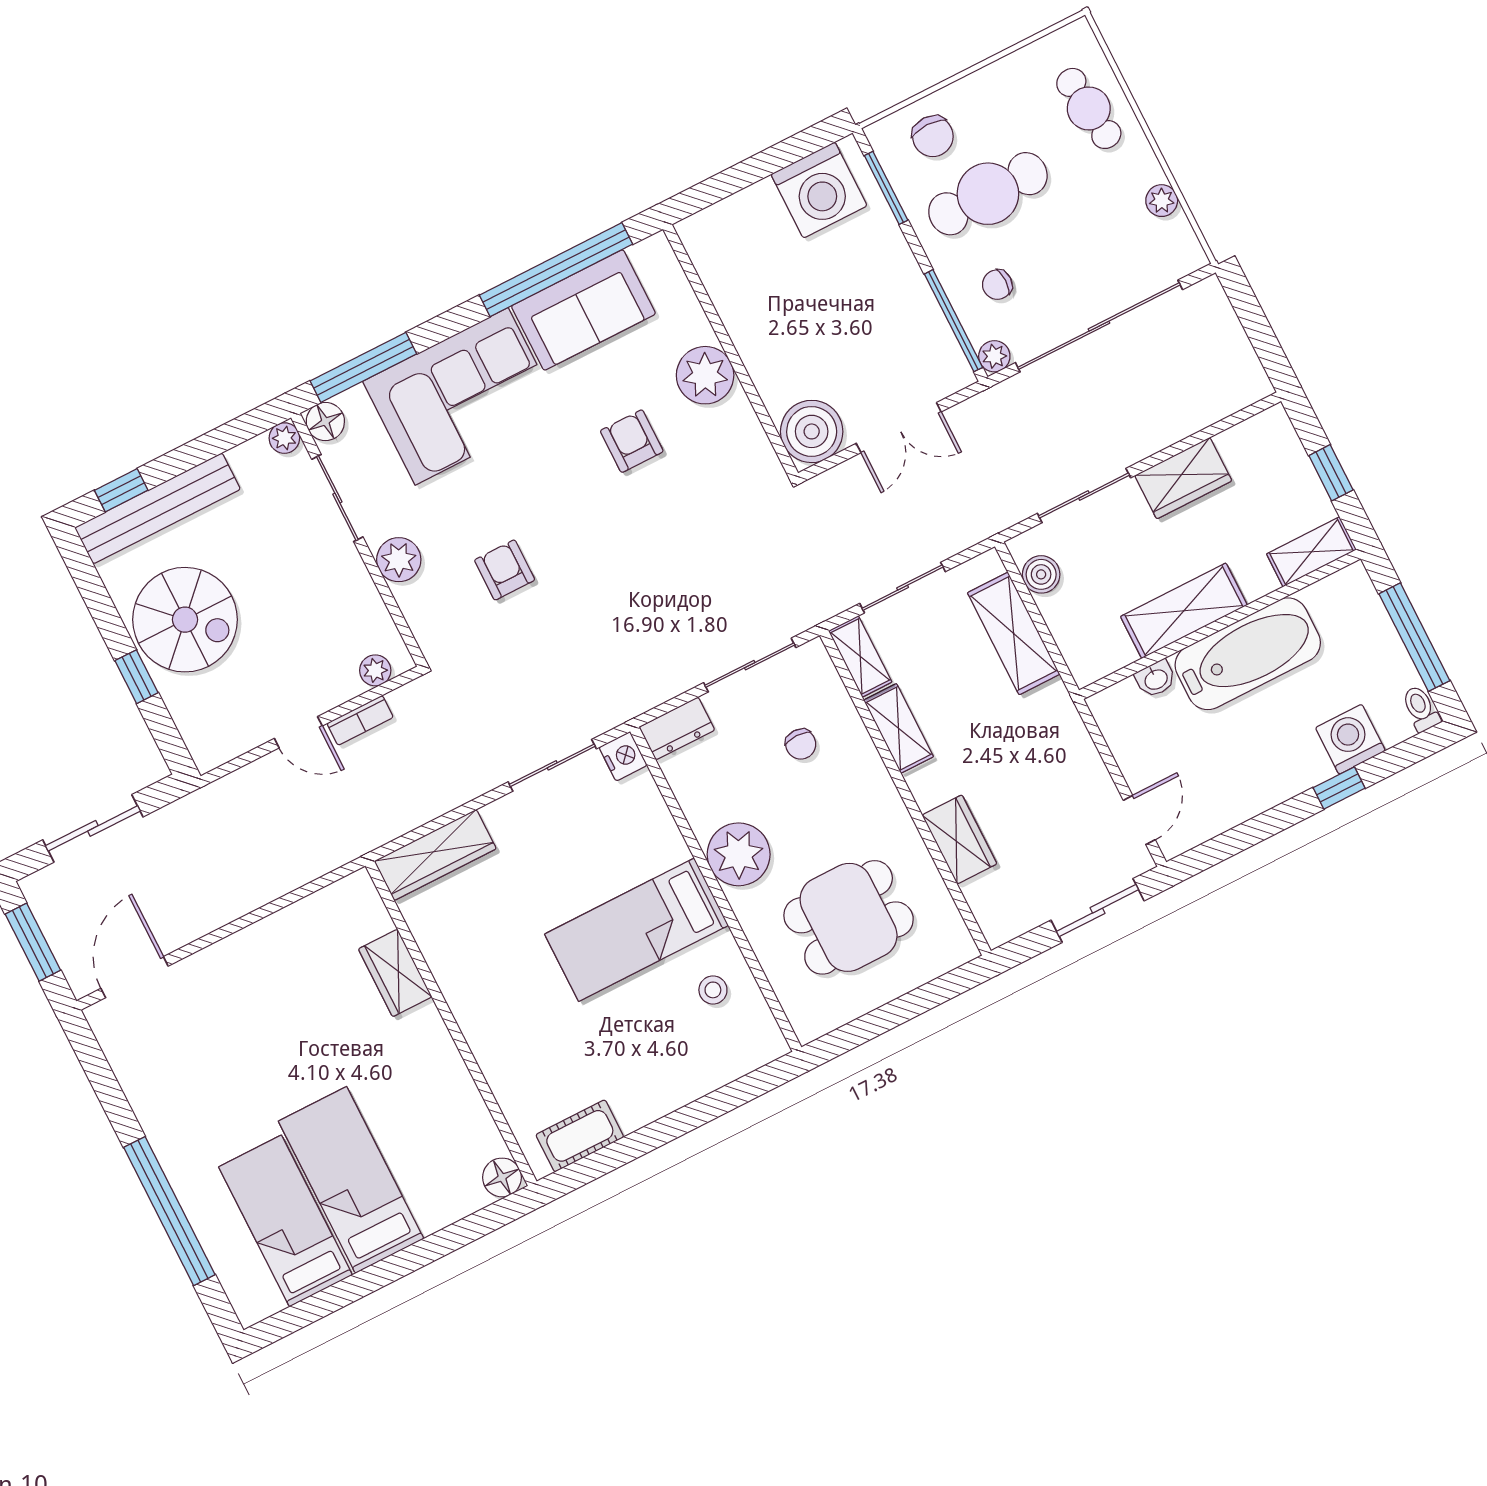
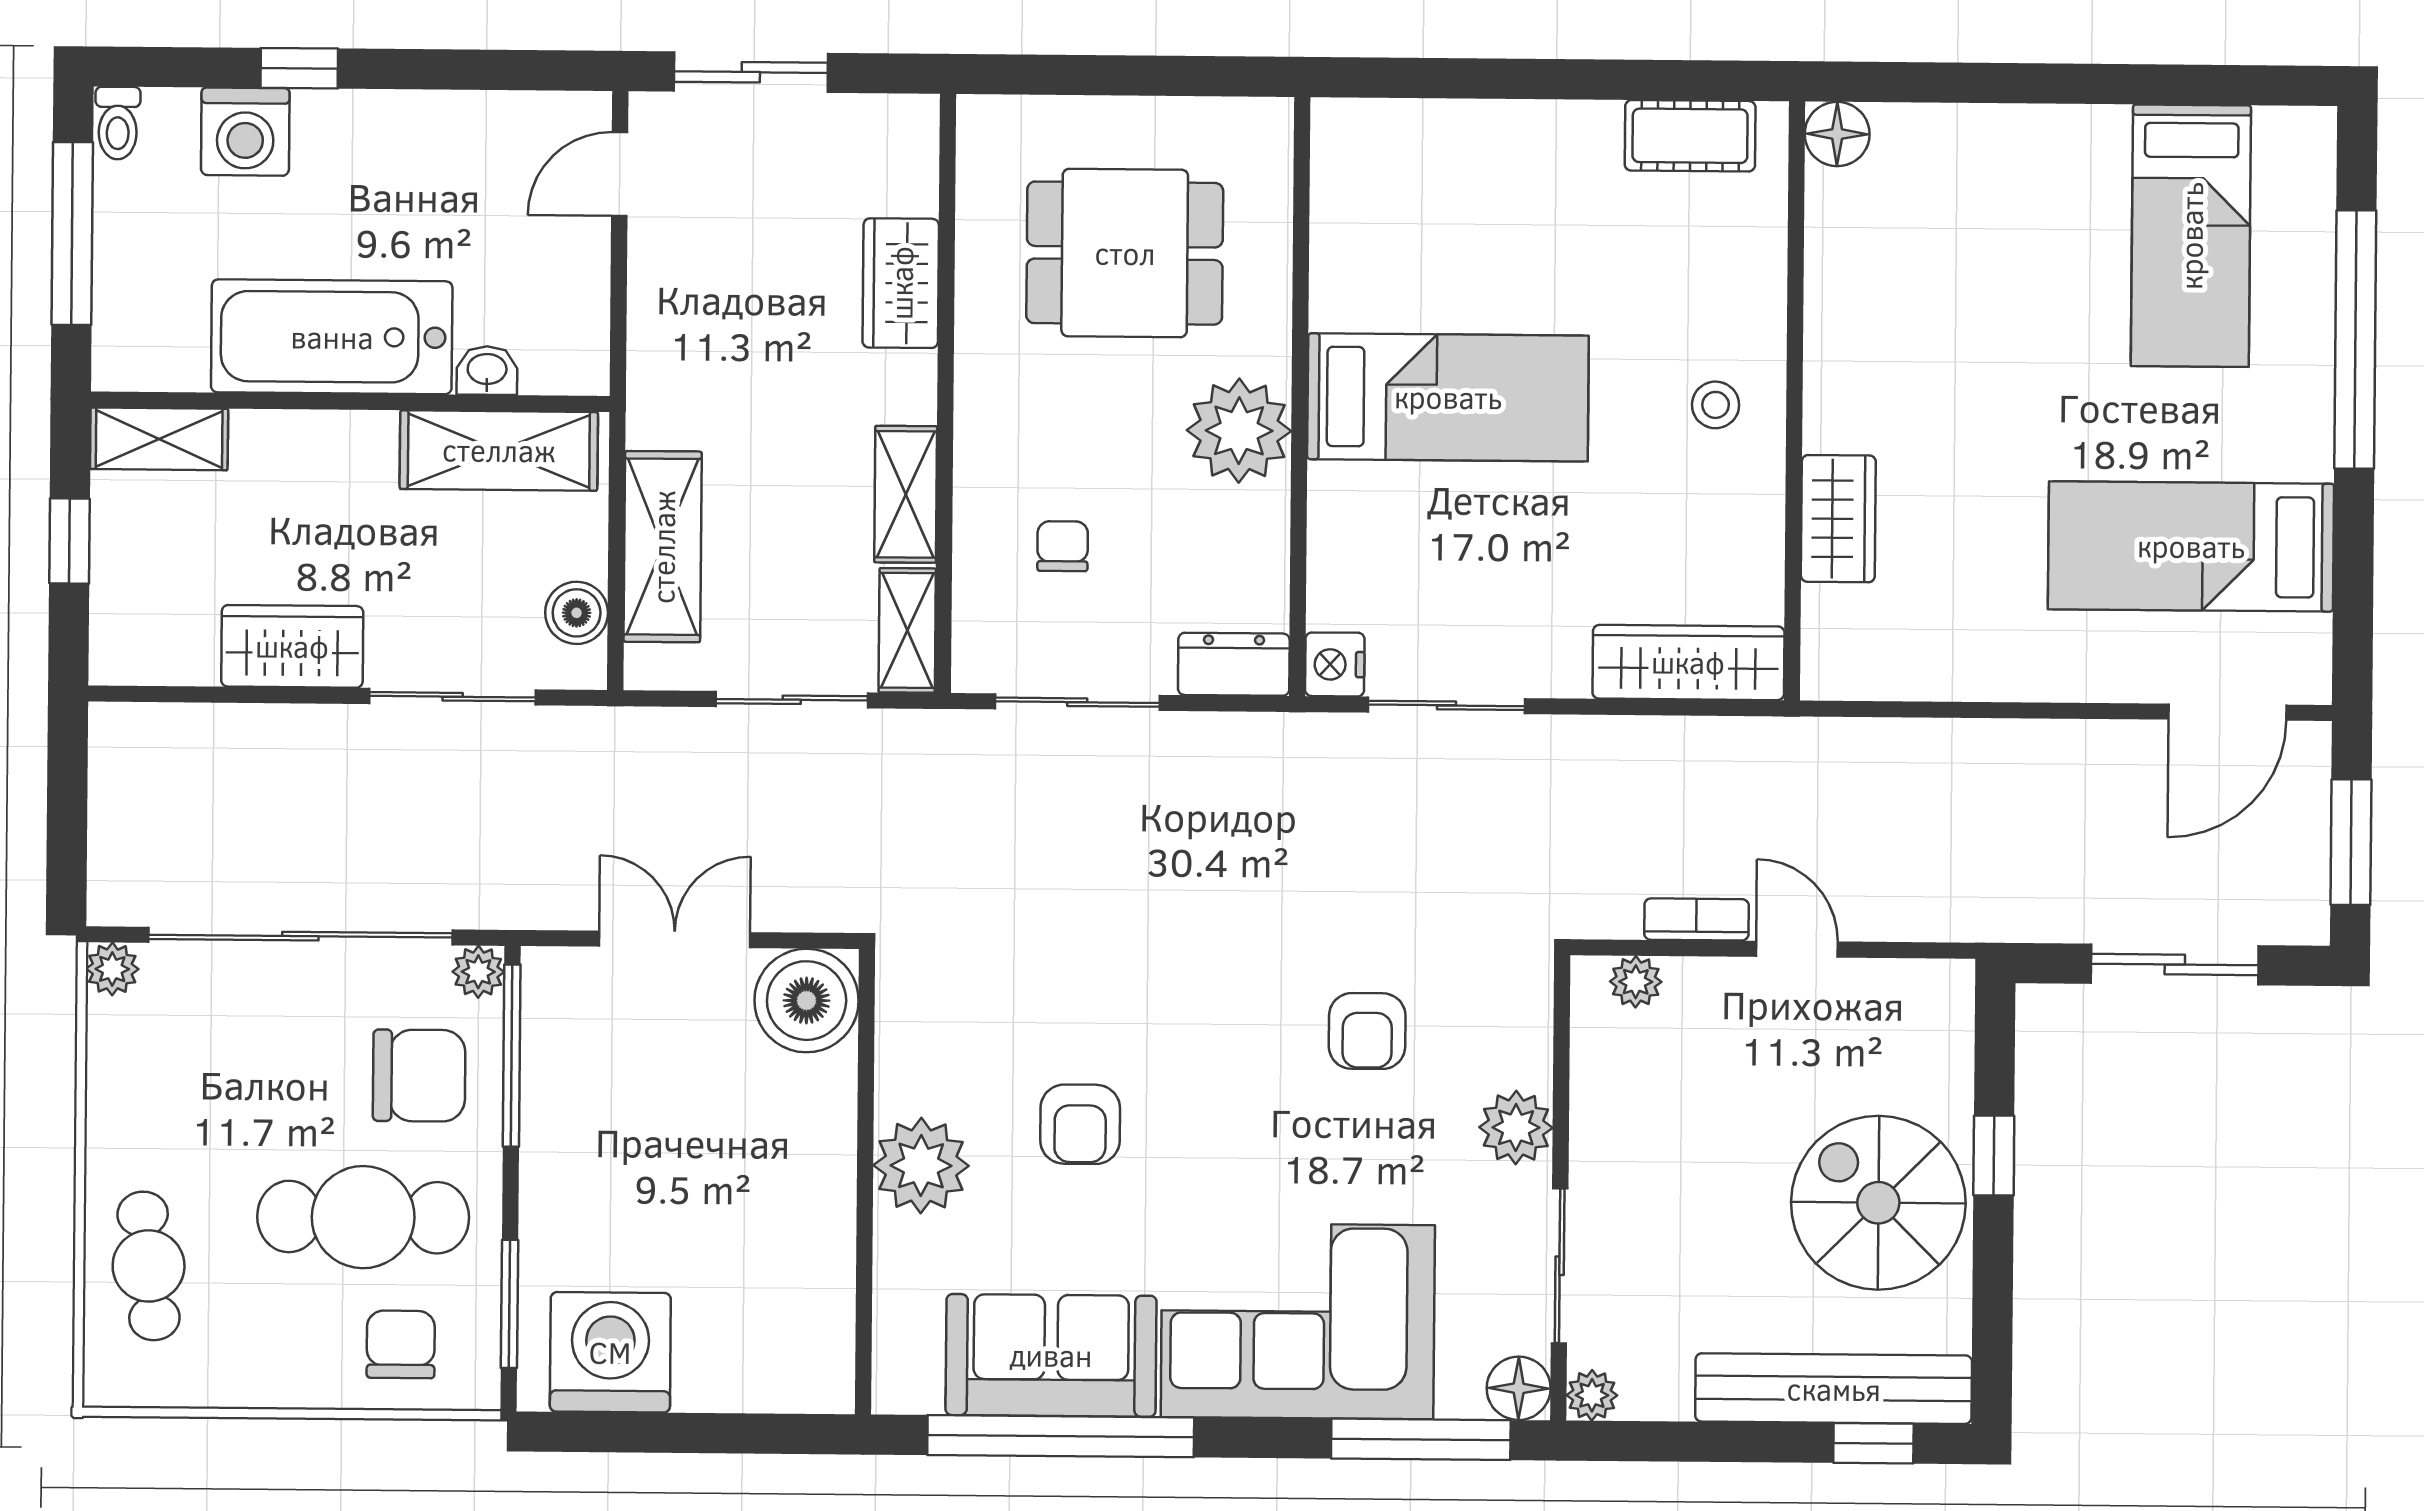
plant: (1162, 201) -> (112, 969), moved
chair: (997, 285) -> (419, 1076), width x1.87, depth x1.87
shelving: (1184, 611) -> (499, 450), moved
stool: (713, 990) -> (1716, 405), moved
bed: (351, 1180) -> (2191, 546), moved, turned 90

